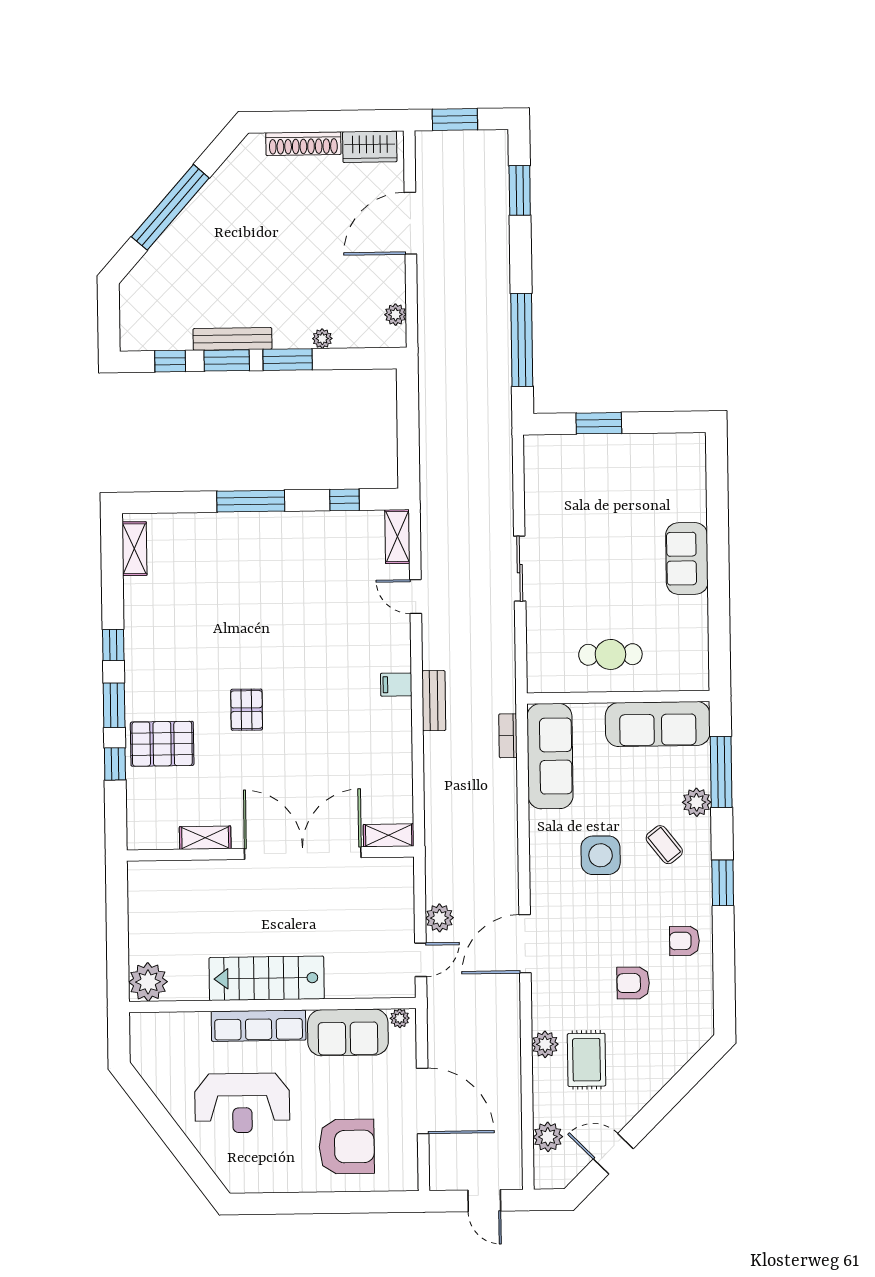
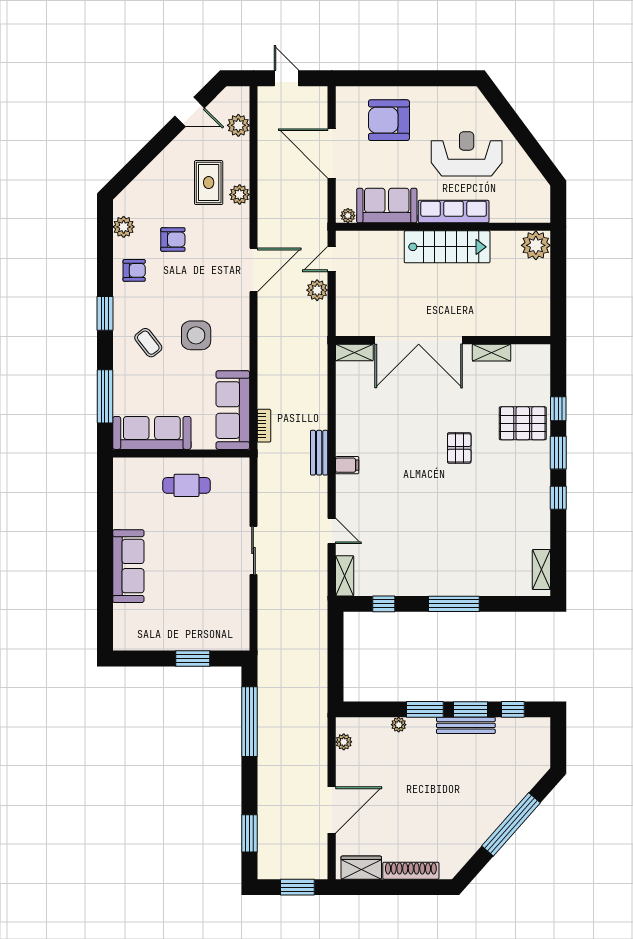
sofa: (687, 559) -> (128, 566), width x1.36
plant: (697, 802) -> (124, 227), moved

